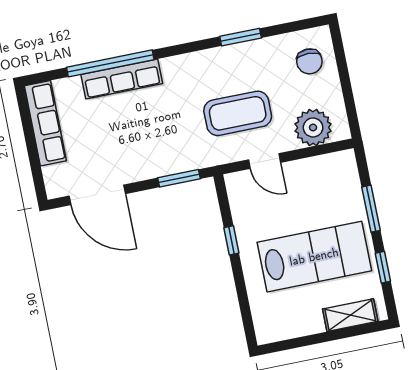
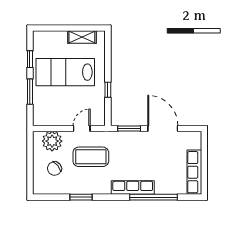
chair: (309, 61) -> (54, 168), moved, turned -129
row of seats: (122, 79) -> (133, 188), moved
door: (265, 161) -> (82, 128), hinge flipped
door: (97, 195) -> (163, 128), moved
shelving: (350, 315) -> (82, 37), moved

